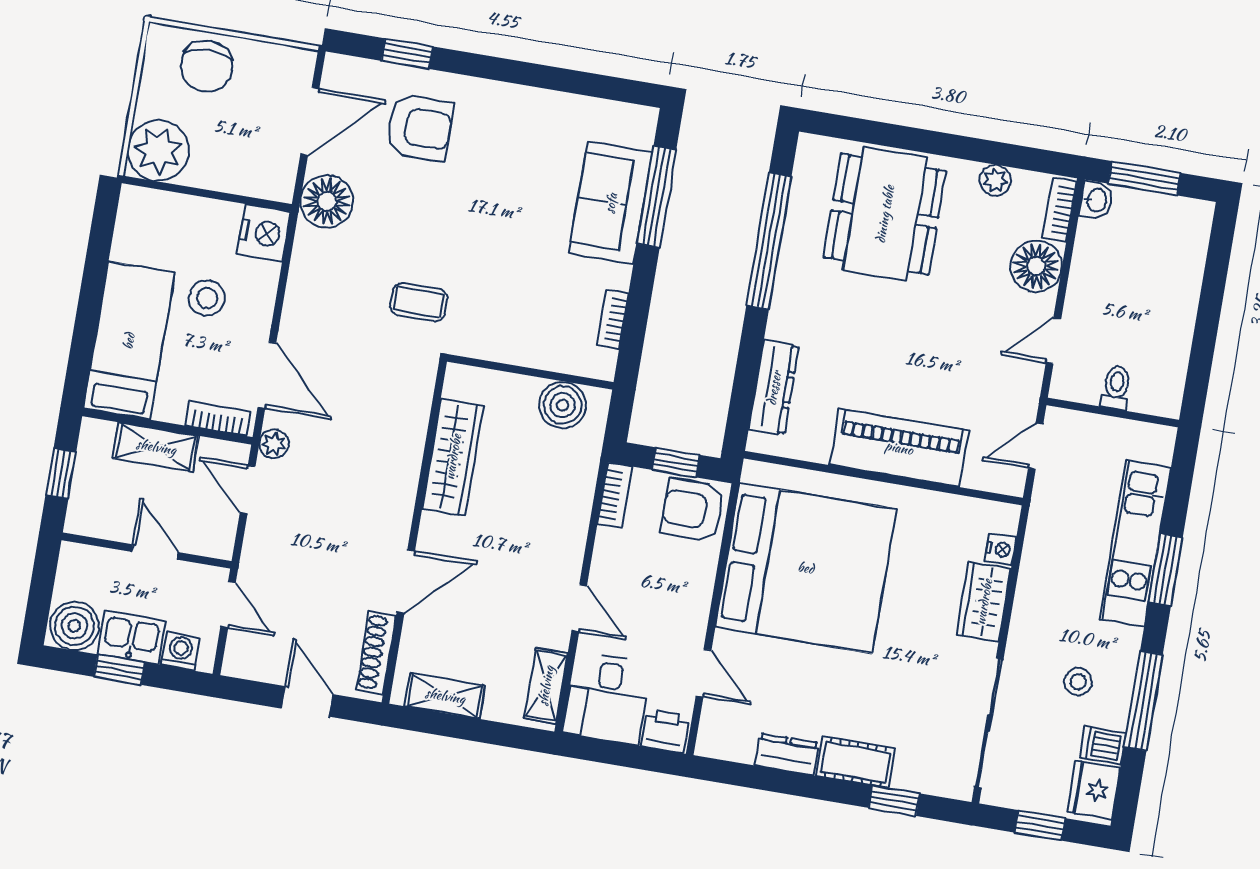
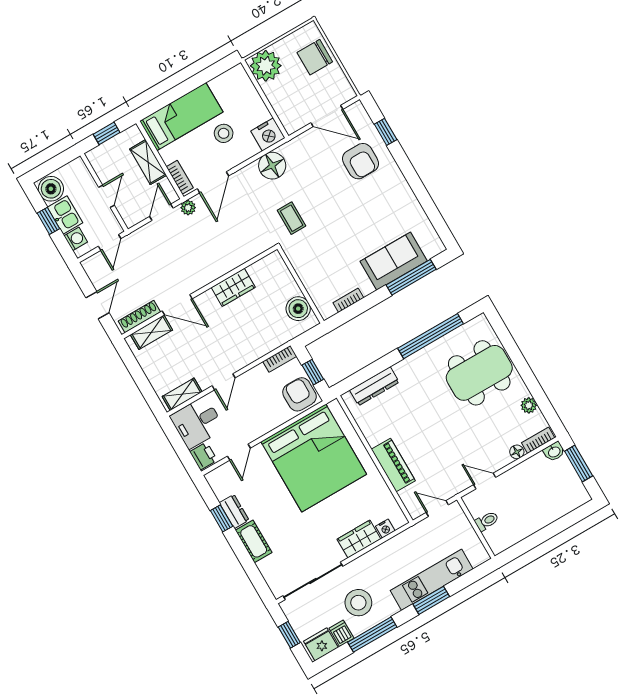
floor lamp: (327, 201) -> (272, 166), moved
floor lamp: (1036, 266) -> (517, 452), width x0.53, depth x0.53
piano: (899, 448) -> (393, 465), width x0.73, depth x0.75
wardrobe: (453, 457) -> (233, 287), width x0.67
stool: (1078, 682) -> (358, 603), width x1.89, depth x1.89
shelving: (445, 696) -> (151, 332), moved, turned 90
window: (894, 801) -> (222, 518), moved

